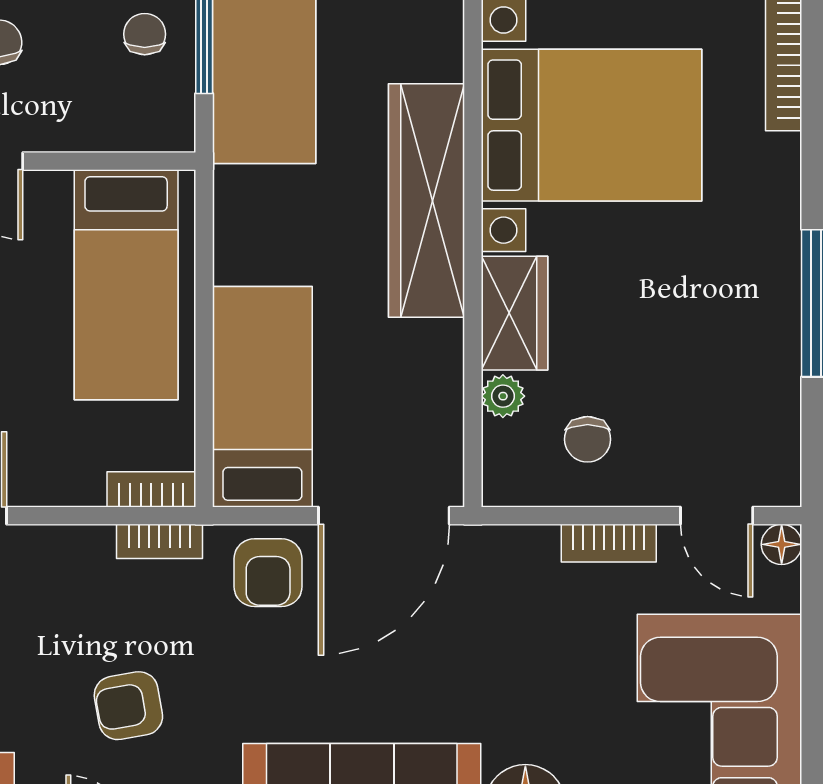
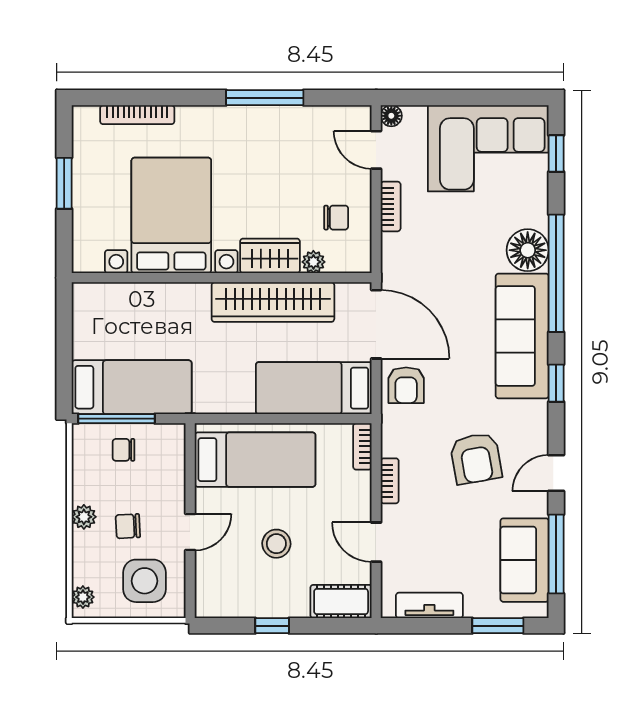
wardrobe: (426, 200) -> (273, 302), moved
door: (717, 516) -> (376, 150), swing flipped
bookcase: (159, 541) -> (390, 481), moved
armchair: (268, 573) -> (406, 385), turned 90
armchair: (128, 706) -> (476, 458), width x1.38, depth x1.38

